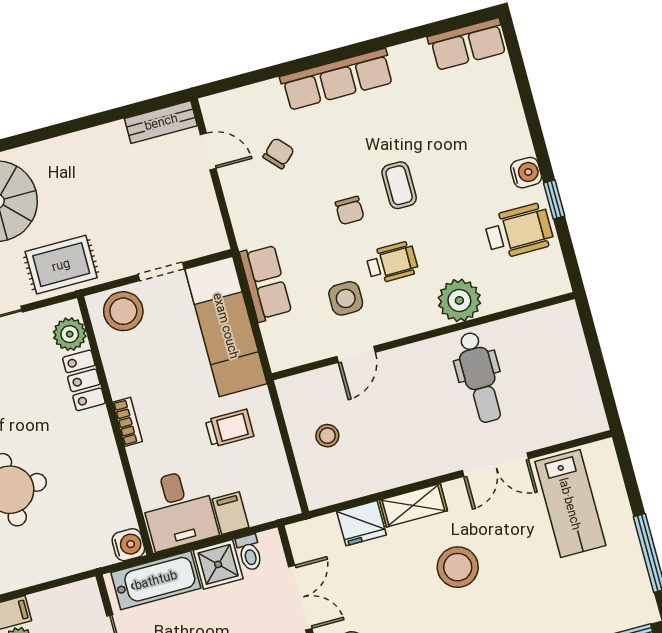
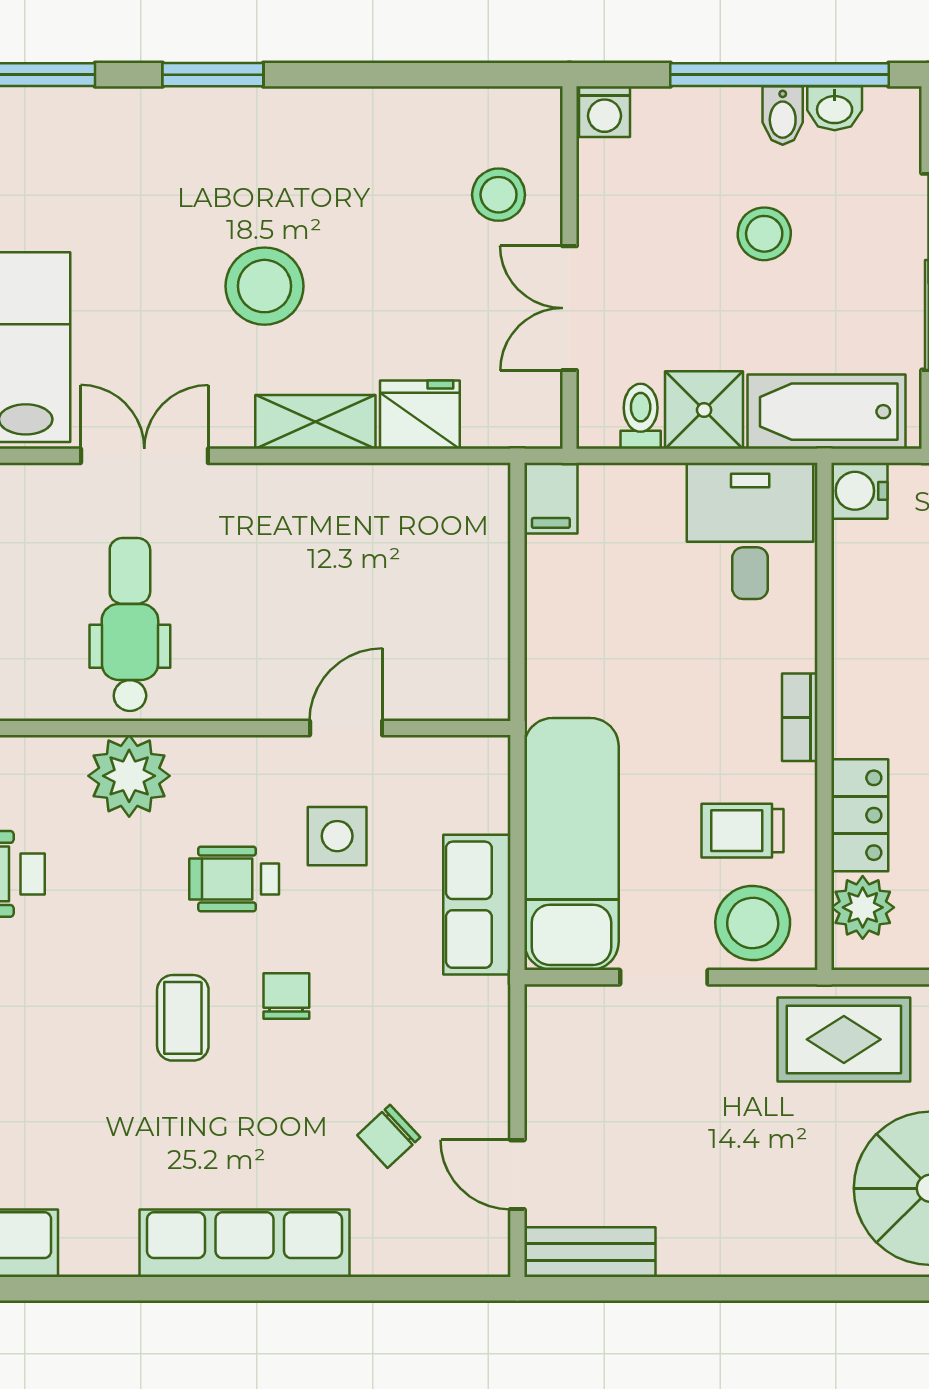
trolley: (230, 428) -> (743, 831), moved
stool: (327, 436) -> (439, 593), removed
filing cabinet: (231, 513) -> (551, 498), moved

